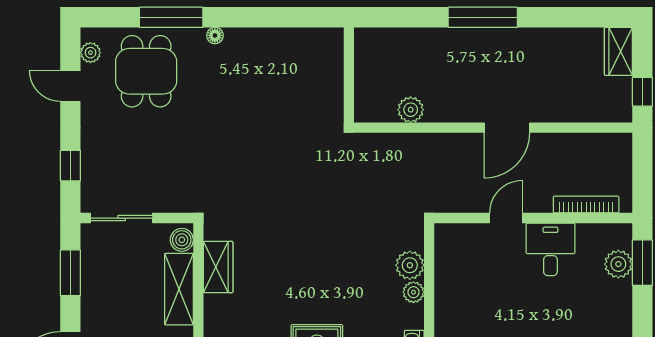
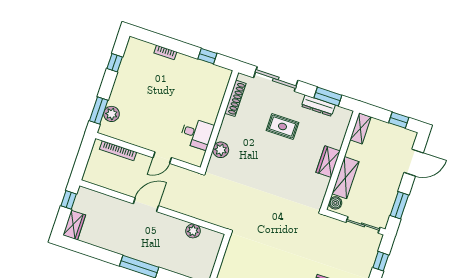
desk: (550, 249) -> (197, 134), moved, turned -90
wardrobe: (218, 267) -> (328, 162), moved
plant: (413, 292) -> (223, 135), removed

